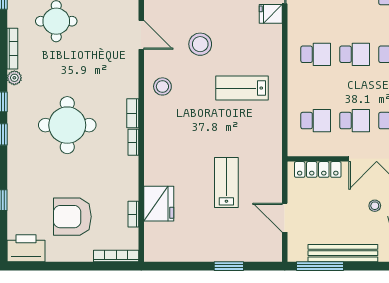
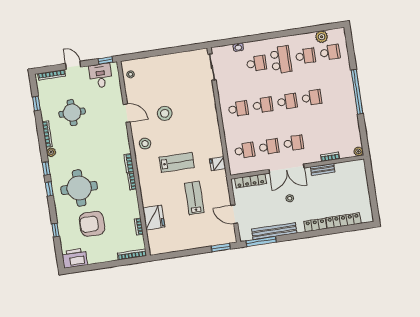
fridge: (271, 14) -> (218, 164), moved
lab bench: (242, 88) -> (177, 162), moved, turned 180
round table: (67, 125) -> (79, 188), moved
armchair: (72, 217) -> (92, 224), moved
window: (229, 266) -> (221, 248), moved

